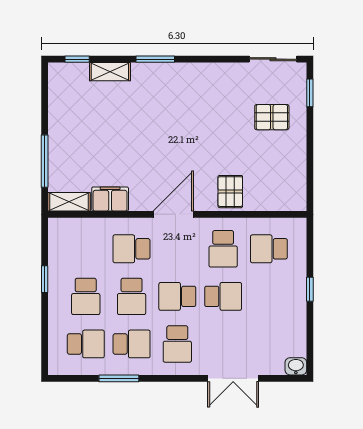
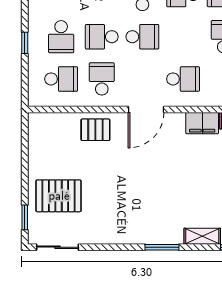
pallet: (272, 117) -> (59, 196), width x1.50, depth x1.42
pallet: (230, 192) -> (95, 130), turned 90
school desk: (132, 296) -> (61, 37), moved, turned 180

